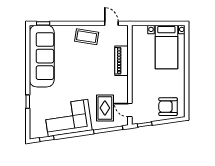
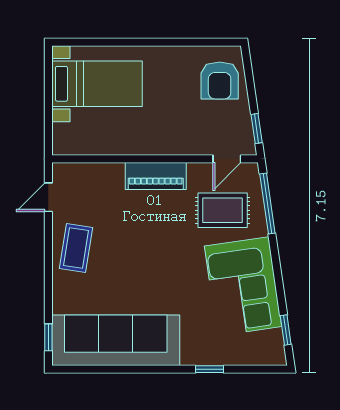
piano: (122, 61) -> (156, 176), moved

